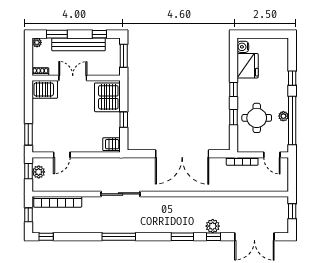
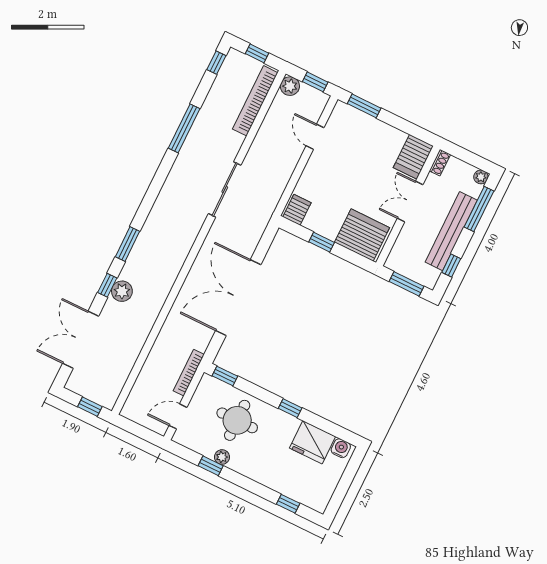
window: (57, 34) -> (479, 209), width x1.44
double door: (73, 78) -> (410, 202), swing flipped
window: (292, 78) -> (288, 504), moved
window: (234, 117) -> (225, 376), moved
window: (292, 120) -> (211, 466), width x0.32
plant: (39, 172) -> (290, 86), moved
window: (119, 237) -> (184, 128), moved

